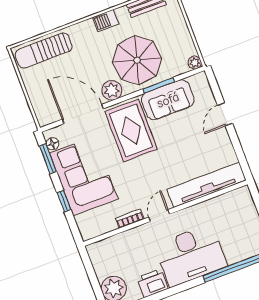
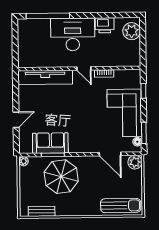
barbecue: (106, 21) -> (72, 210), removed
plant: (112, 90) -> (135, 162), moved
door: (83, 114) -> (110, 154), width x0.73
rug: (131, 130) -> (82, 132), removed
window: (64, 201) -> (143, 91), moved
door: (159, 216) -> (84, 68), hinge flipped

